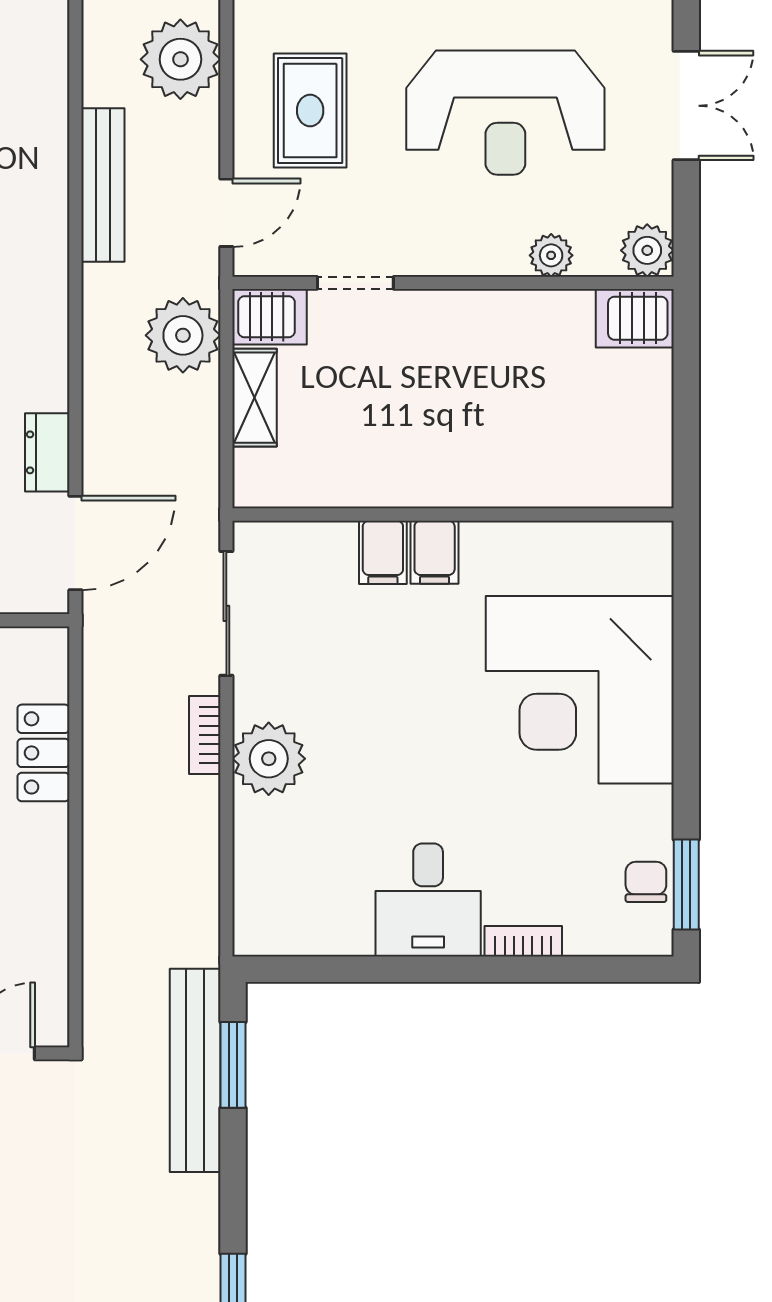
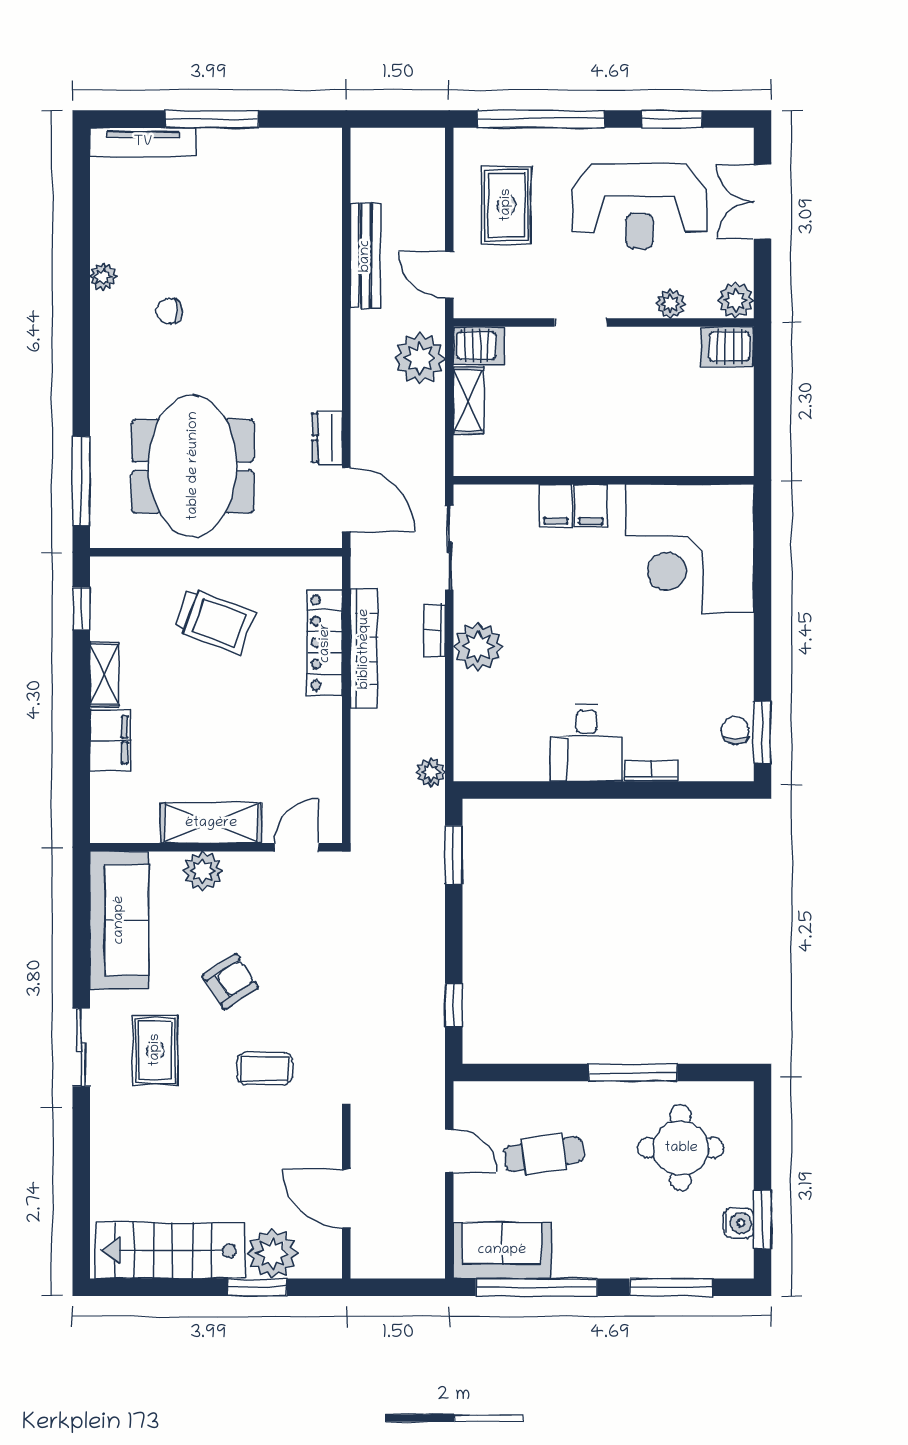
plant: (180, 59) -> (431, 772), moved, width x0.53, depth x0.53
double door: (686, 106) -> (762, 202), swing flipped
door: (226, 213) -> (449, 275), swing flipped
doorway: (355, 283) -> (581, 322), moved
door: (75, 543) -> (346, 500), hinge flipped
corner desk: (580, 690) -> (690, 548), moved
locker: (43, 753) -> (325, 643), width x1.53
bookcase: (101, 762) -> (364, 649), added
bench: (195, 1070) -> (428, 859), removed

